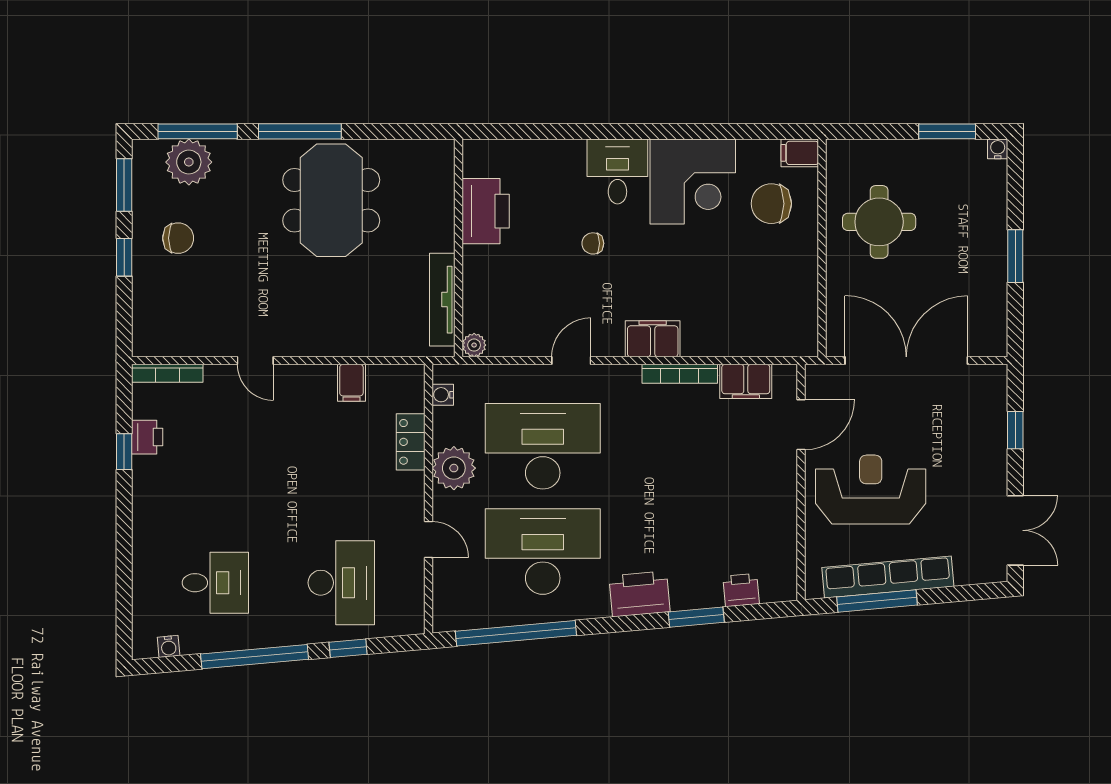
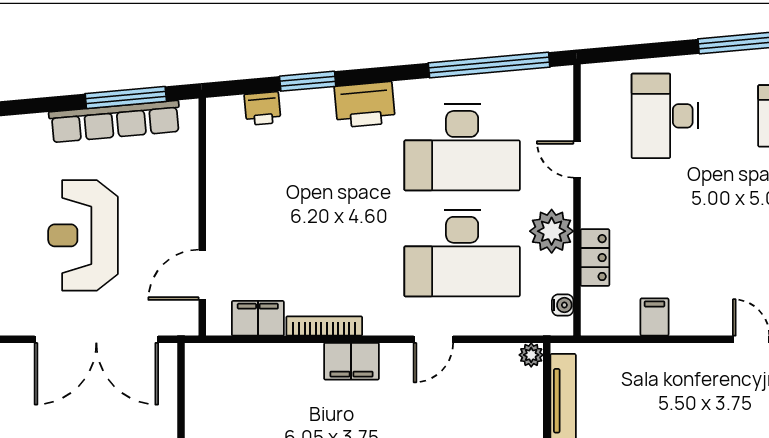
reception desk: (871, 490) -> (83, 235), moved, turned 90
window: (348, 648) -> (658, 50), removed

